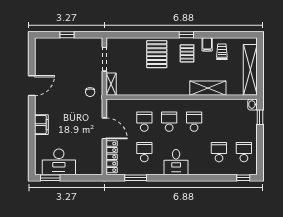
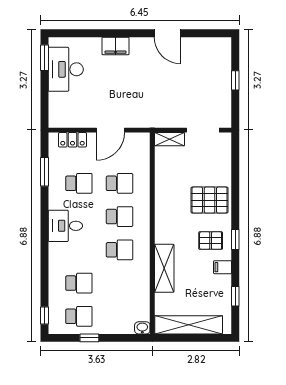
window: (229, 35) -> (235, 296), added
trolley: (222, 52) -> (213, 287), removed
chair: (90, 92) -> (159, 111), removed
window: (260, 117) -> (89, 338), moved
locker: (112, 157) -> (72, 140), width x0.66

